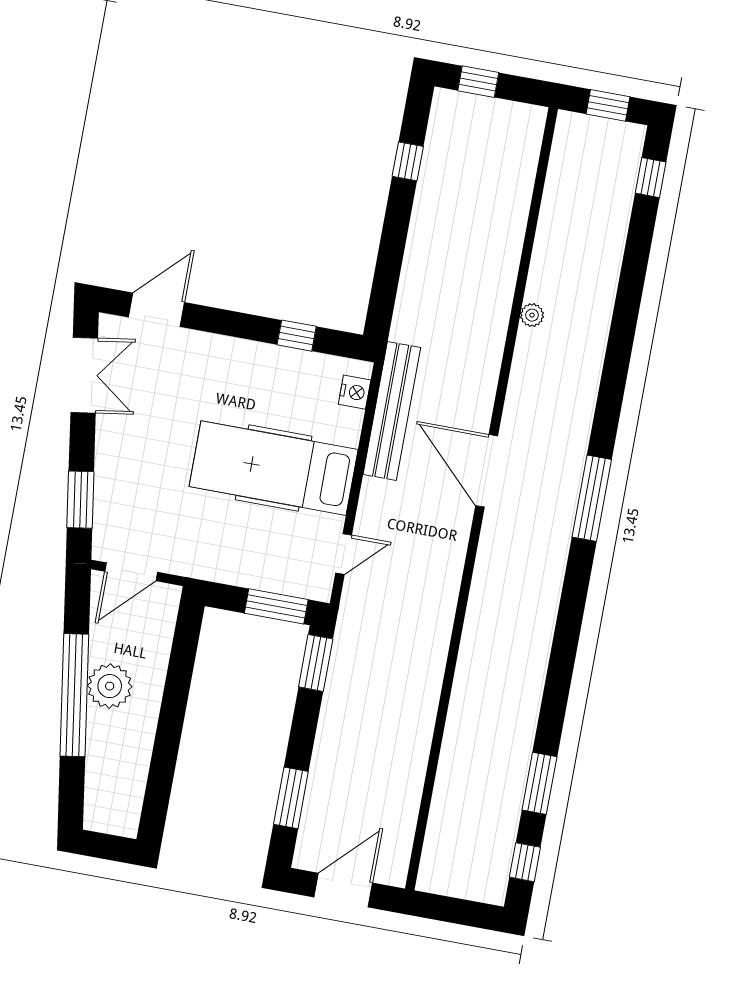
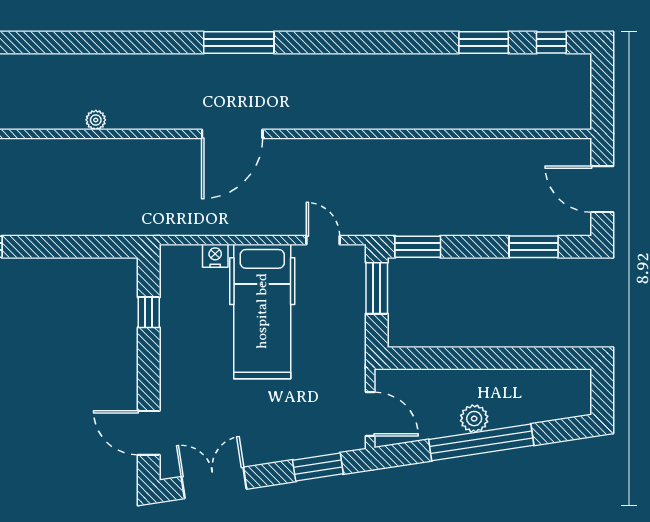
nightstand: (355, 392) -> (215, 256), moved
bench: (392, 411) -> (197, 222), removed
plant: (110, 686) -> (474, 419), width x0.73, depth x0.73

